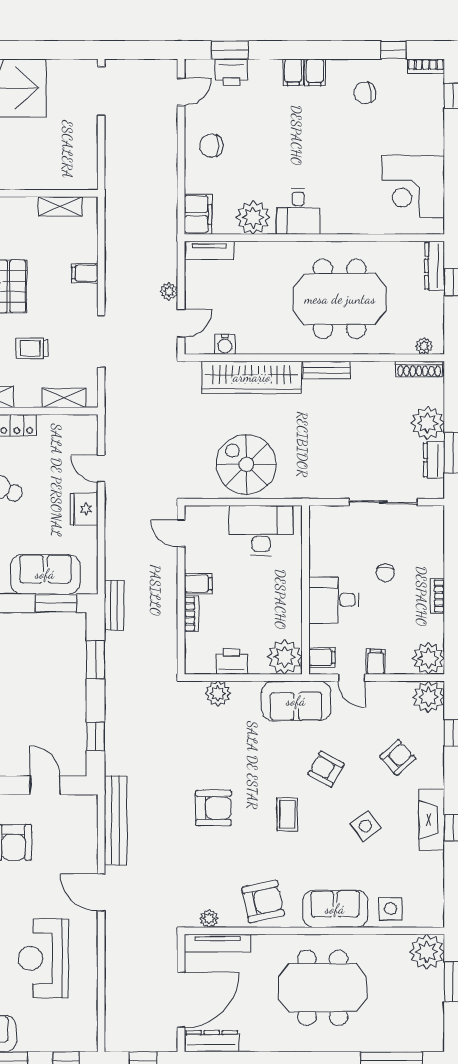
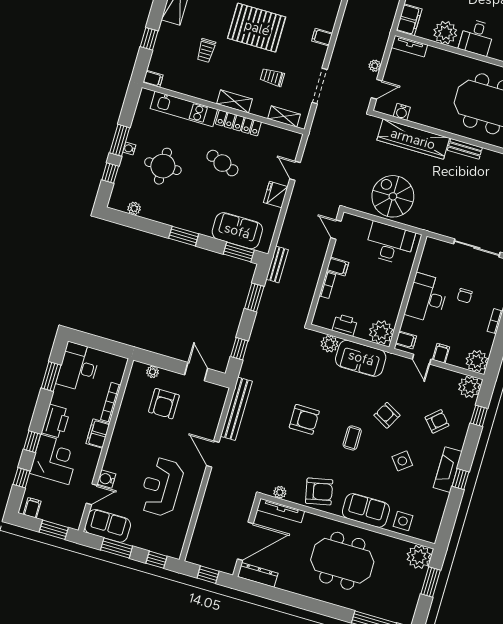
desk: (334, 600) -> (427, 298), width x1.37
sofa: (296, 701) -> (361, 358), moved

